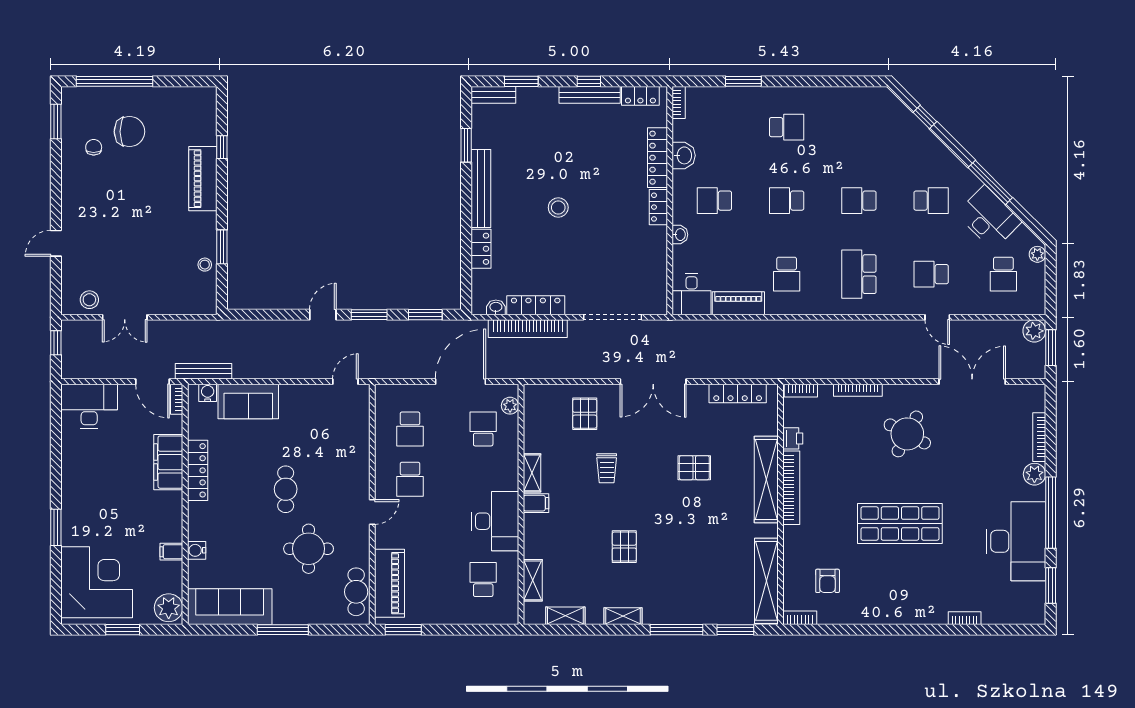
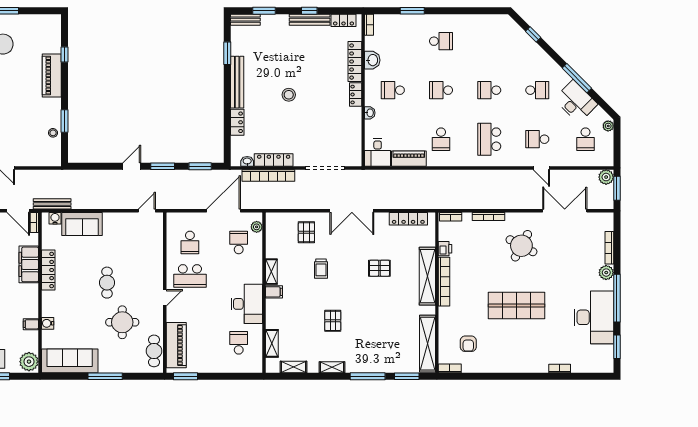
school desk: (410, 479) -> (190, 276), width x1.85

